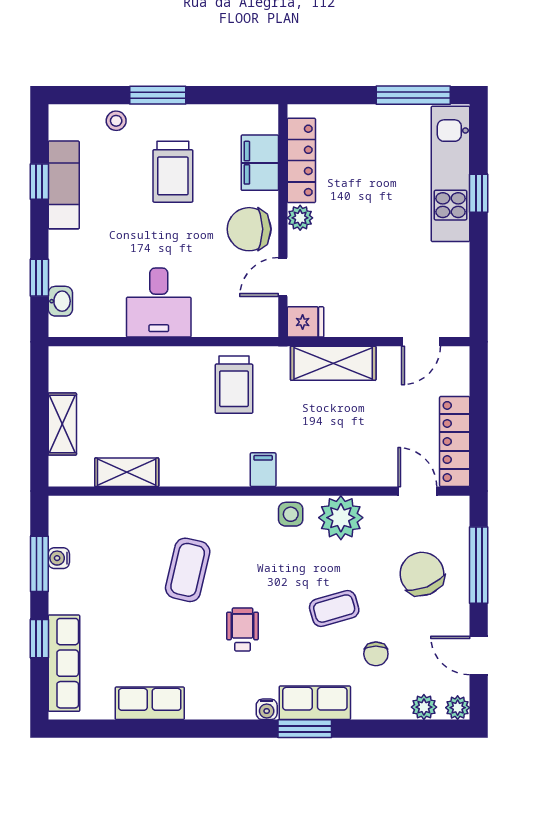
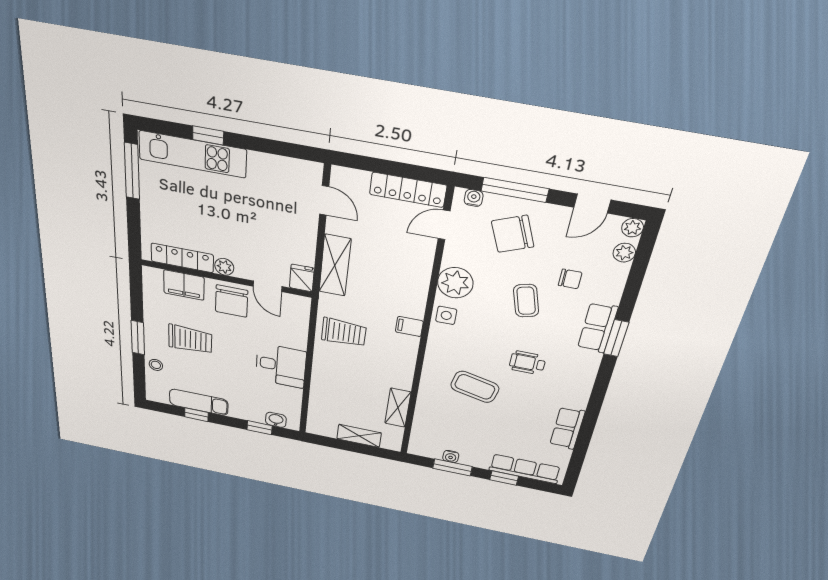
water cooler: (267, 709) -> (474, 198), moved, turned -90

